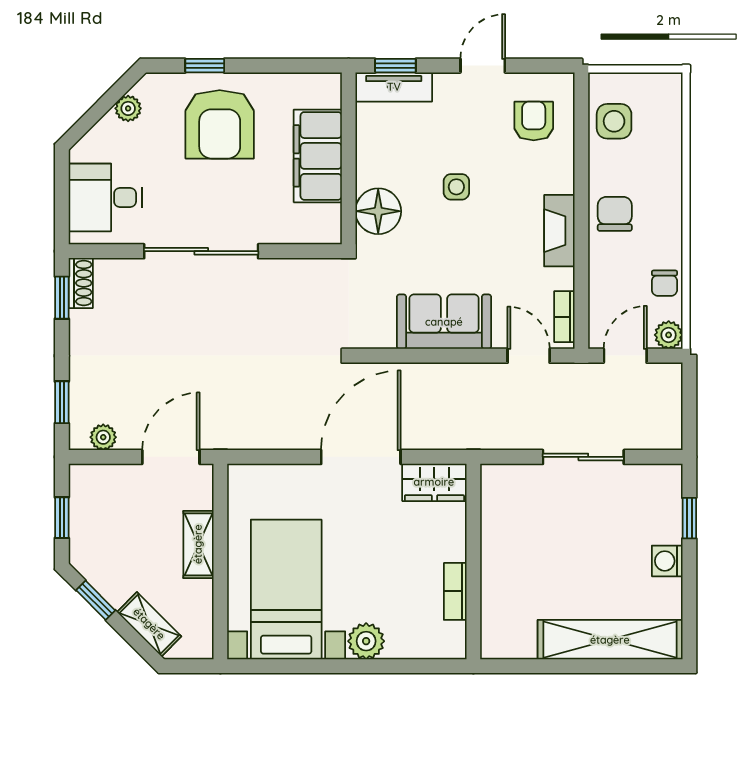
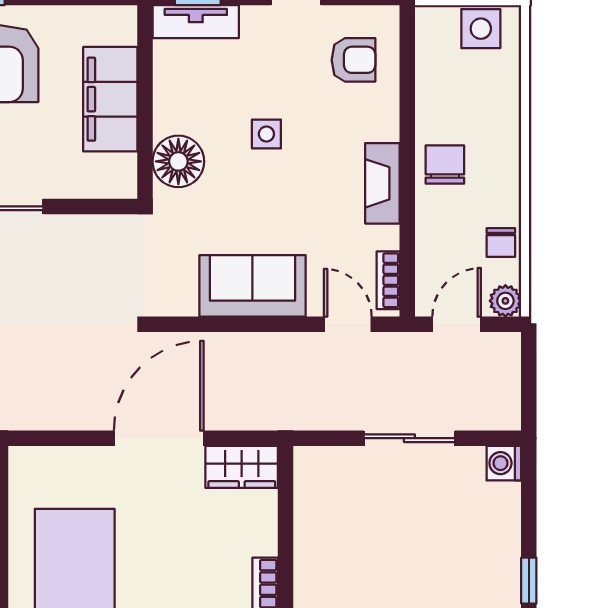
armchair: (534, 121) -> (354, 60), turned 90
side table: (614, 121) -> (481, 29), moved
window: (689, 518) -> (529, 581), moved
washing machine: (667, 561) -> (504, 463), moved

